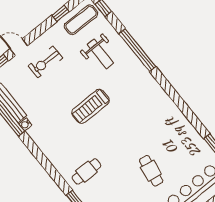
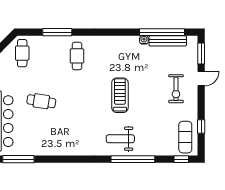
weight bench: (100, 54) -> (120, 139), moved
exercise bike: (45, 62) -> (176, 89), turned 180

